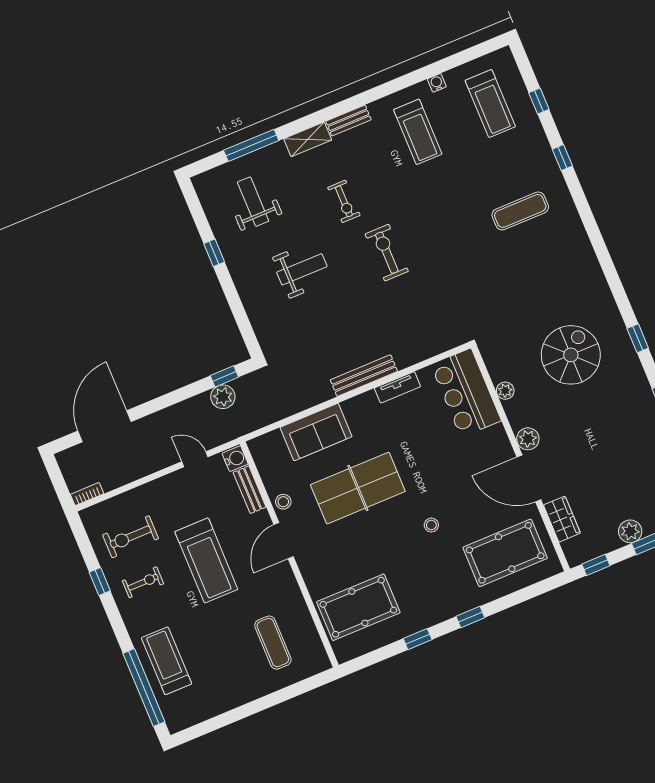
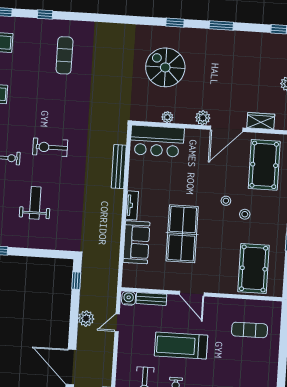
bench: (364, 376) -> (119, 167), moved
tv unit: (397, 387) -> (132, 205), moved
plant: (223, 397) -> (86, 319), moved
stool: (283, 502) -> (245, 214), moved
treadmill: (206, 560) -> (181, 346), turned 180

